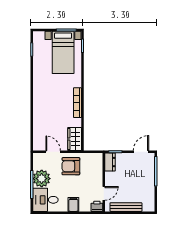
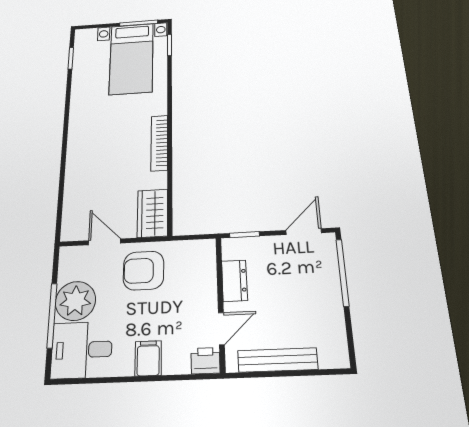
dresser: (110, 162) -> (234, 281), moved

